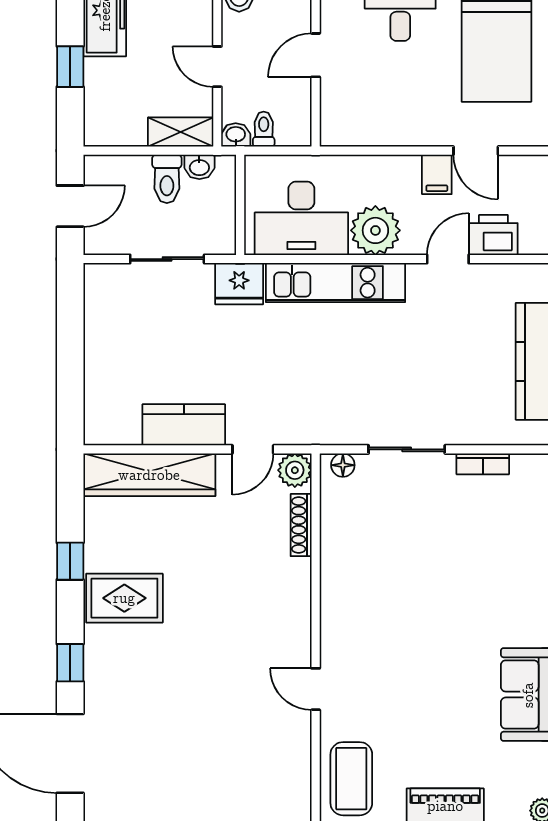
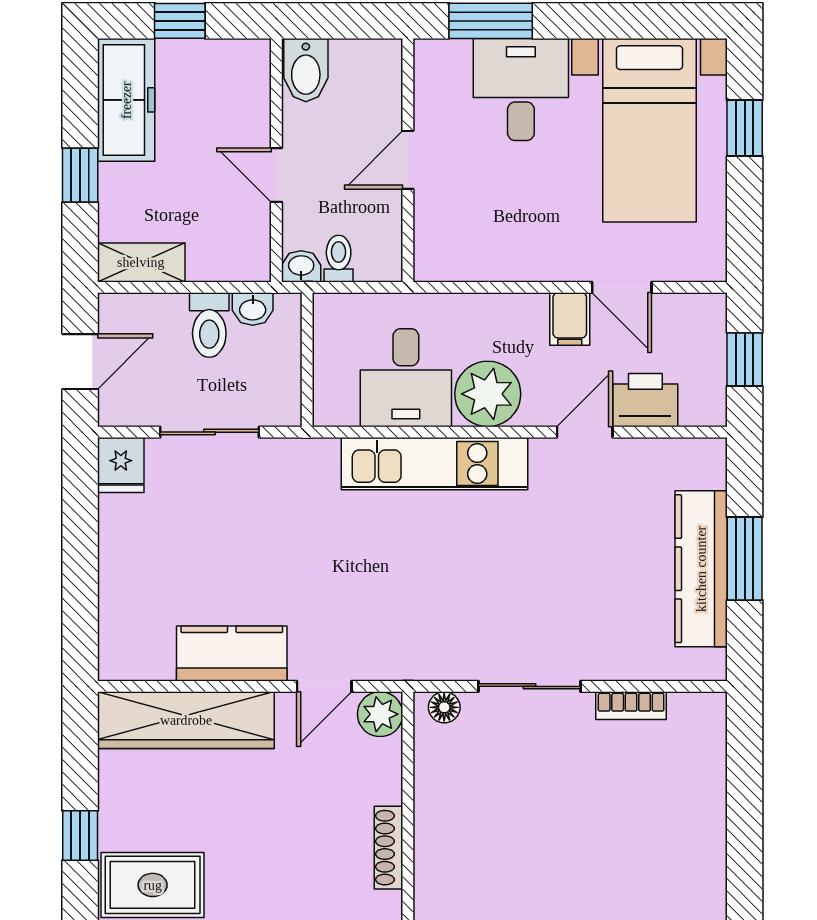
shelving: (181, 132) -> (141, 262), moved
desk: (301, 218) -> (406, 378), width x0.73
fridge: (239, 284) -> (121, 465), moved, width x0.72
shoe rack: (301, 525) -> (389, 848), moved

